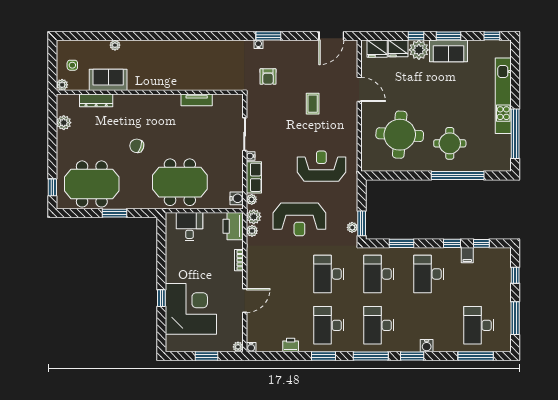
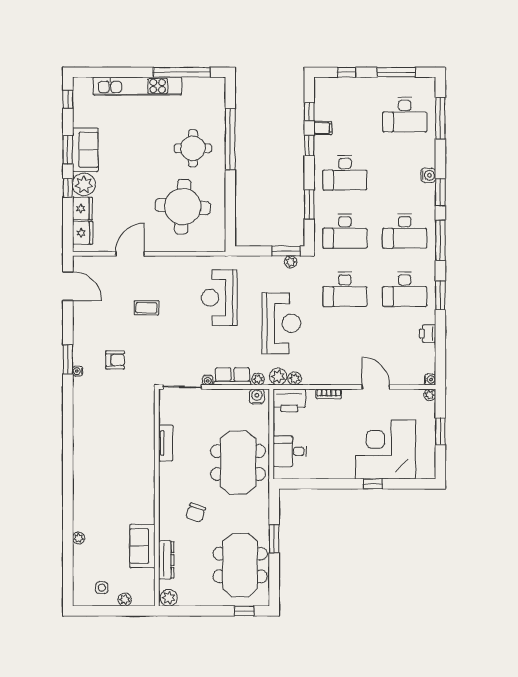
sofa: (108, 80) -> (142, 546), moved
wall: (150, 92) -> (157, 498), moved
dresser: (96, 100) -> (166, 560), moved
tv unit: (197, 100) -> (166, 443), moved

